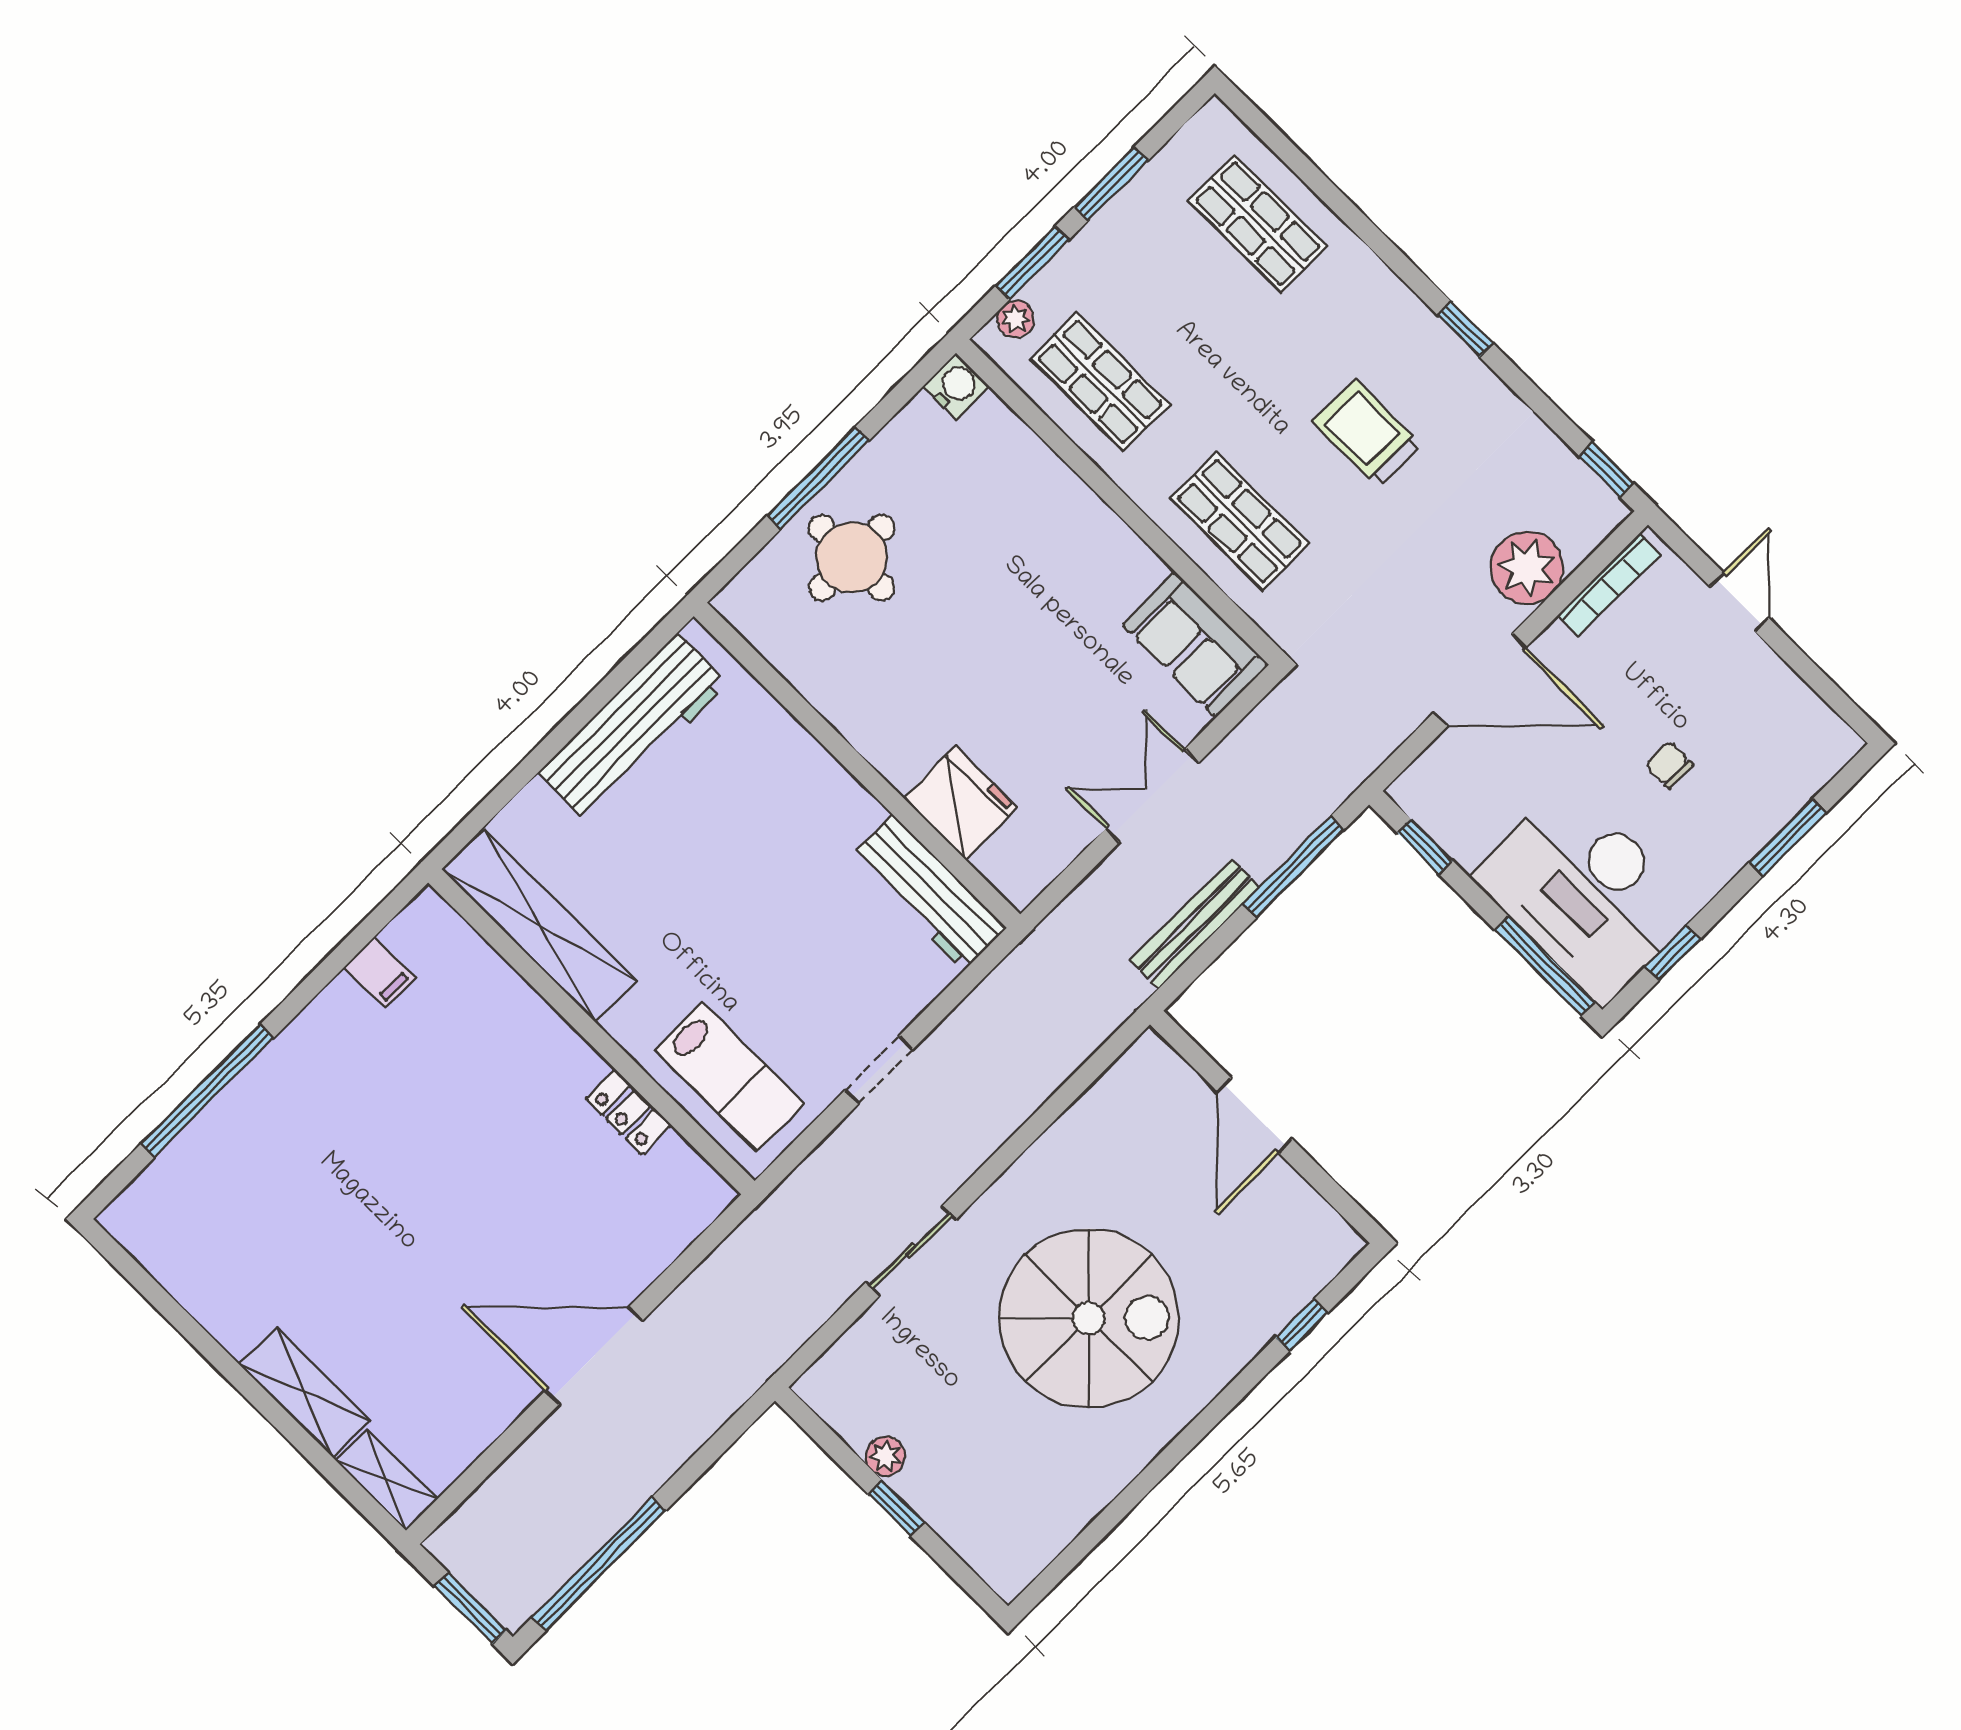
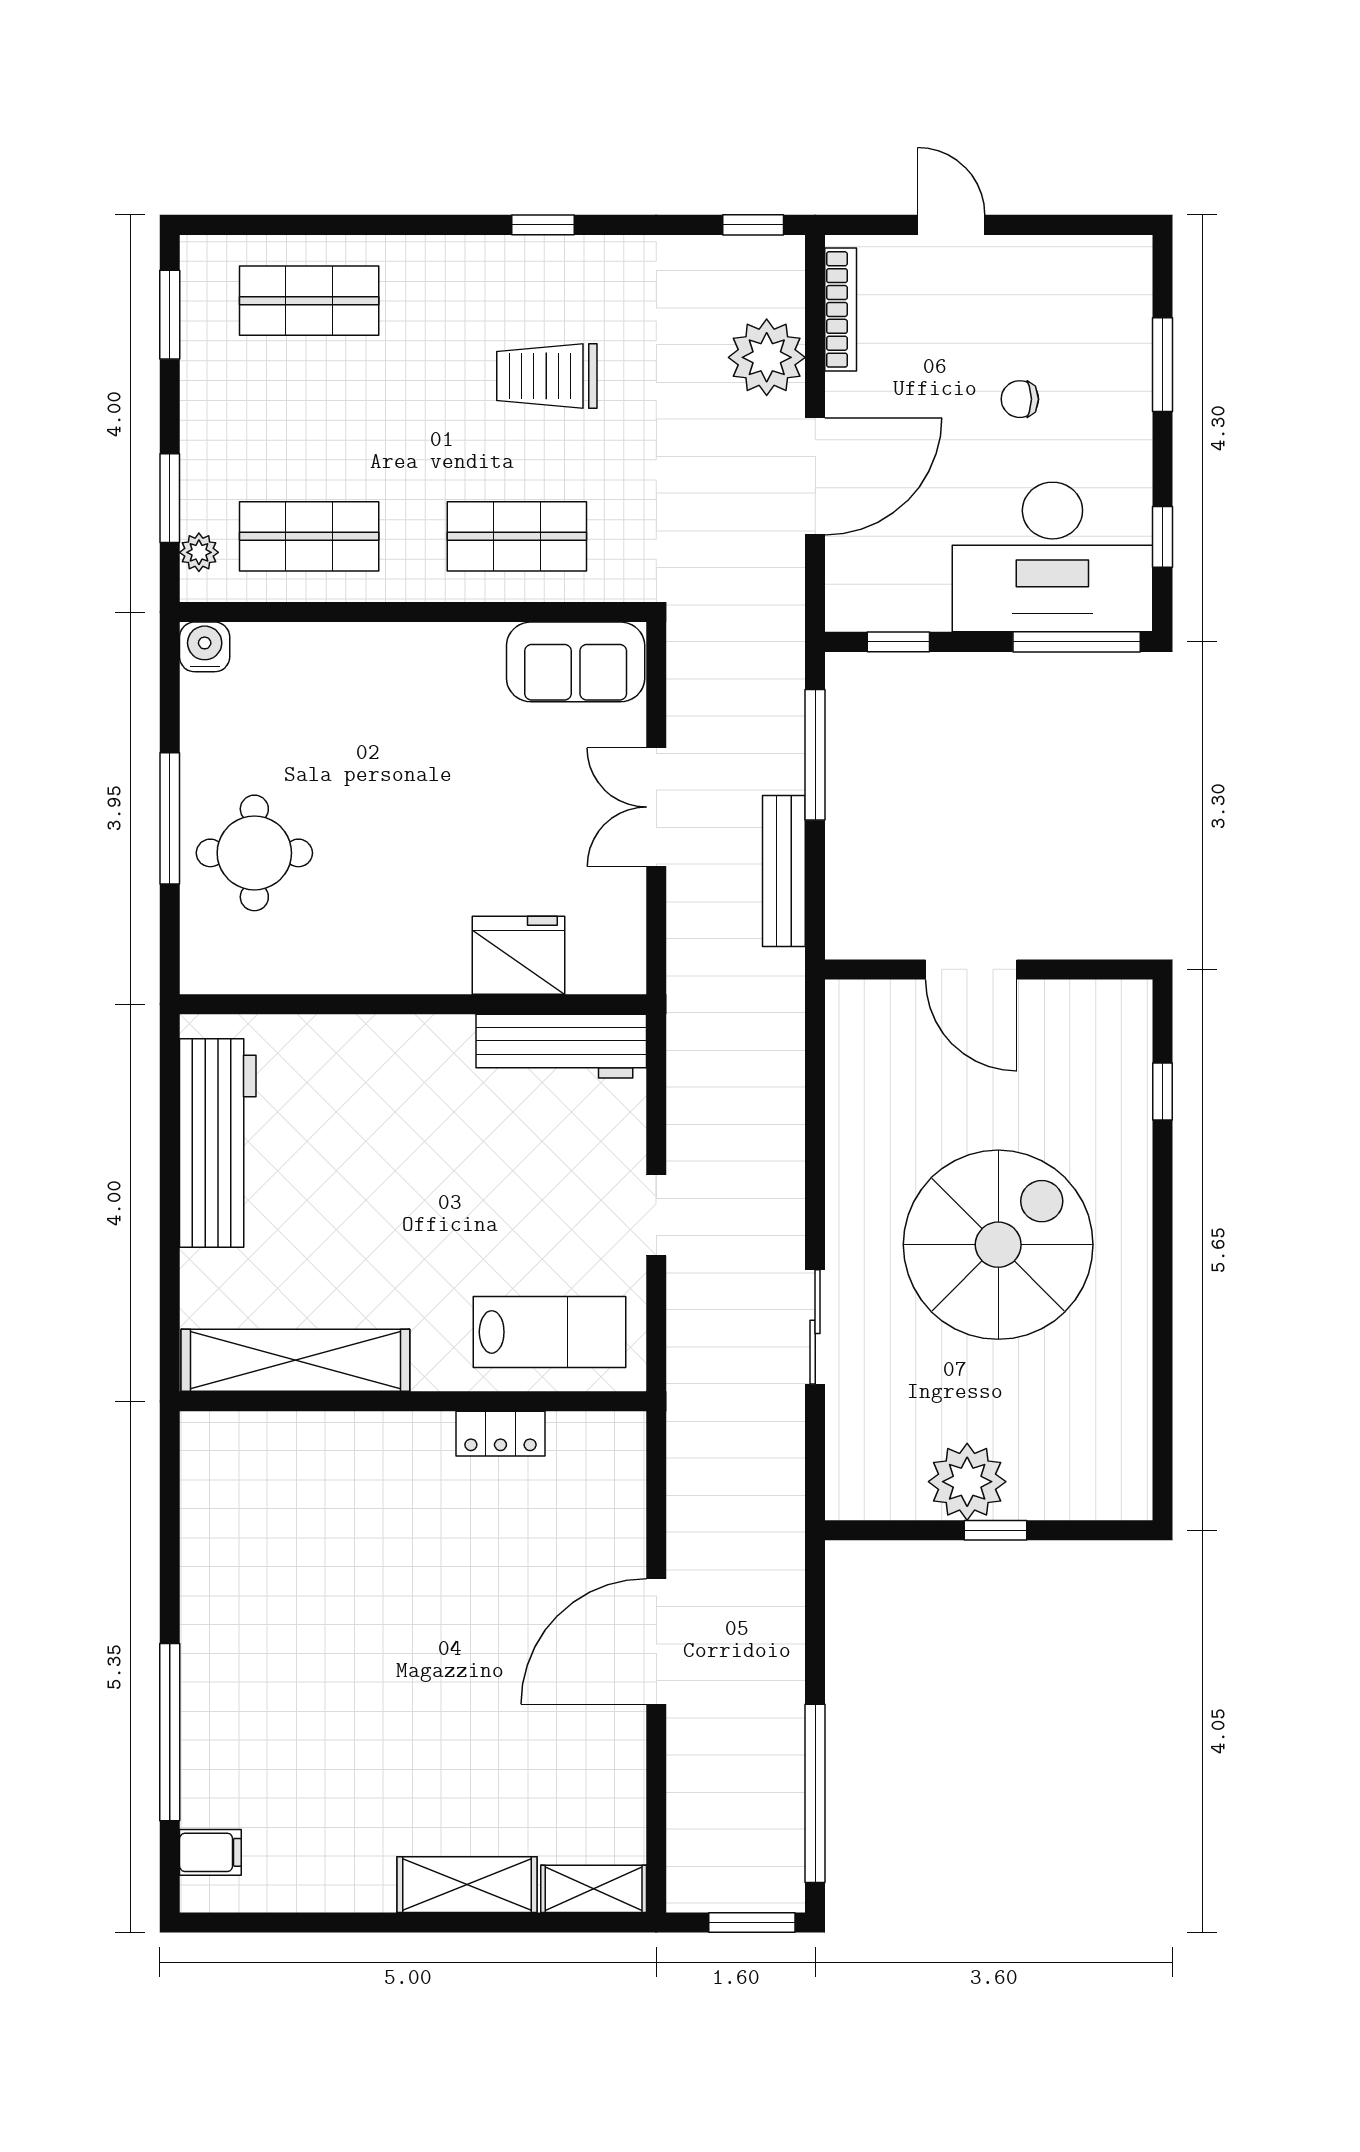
window: (1111, 184) -> (170, 315), moved
filing cabinet: (380, 972) -> (210, 1852), moved
plant: (885, 1456) -> (967, 1482), width x1.88, depth x1.88

